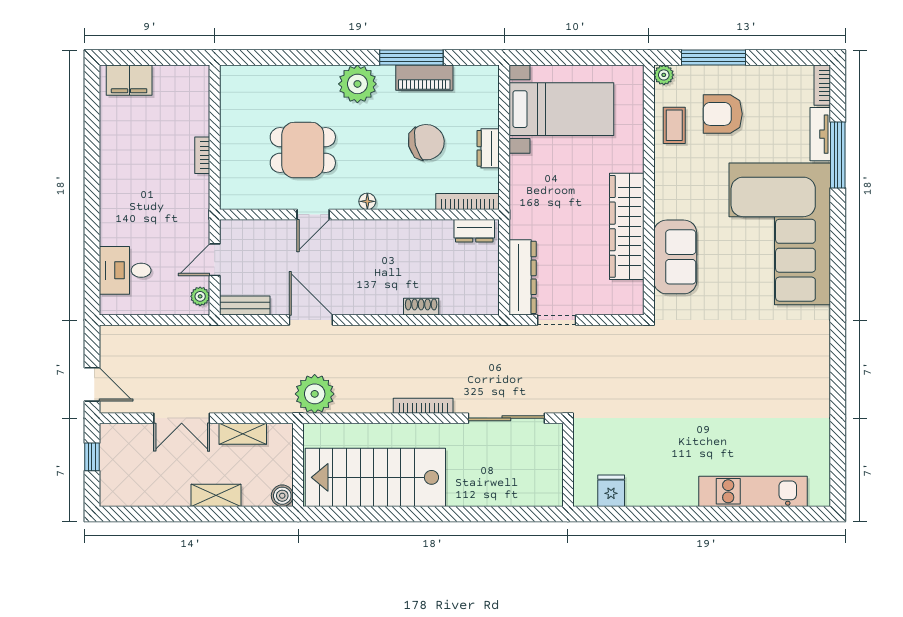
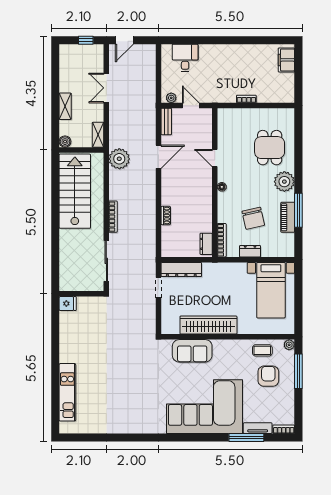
dining table: (303, 150) -> (270, 148), moved
shelving: (243, 434) -> (98, 135), moved
fridge: (611, 491) -> (68, 304), moved

